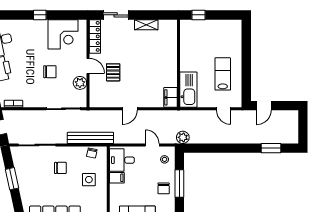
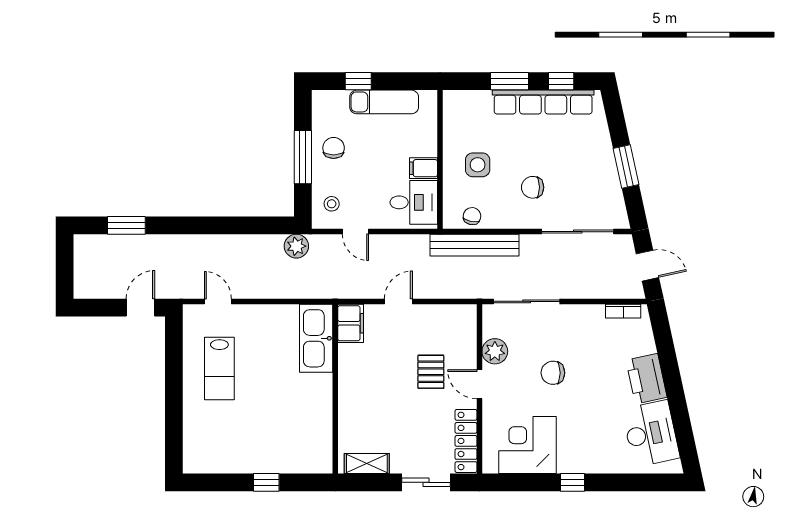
wall: (179, 63) -> (335, 389), moved
kitchen sink: (188, 90) -> (316, 338), moved
filing cabinet: (171, 97) -> (351, 323), moved

